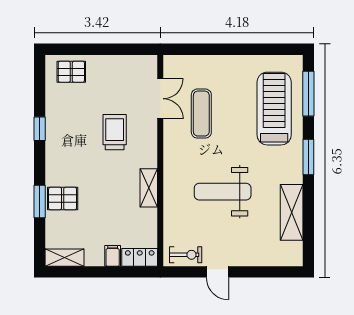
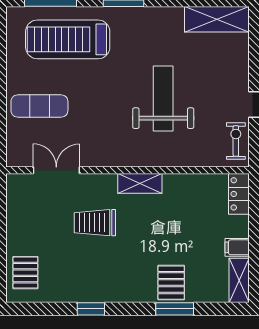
exercise mat: (201, 114) -> (39, 106), moved
shelving: (149, 188) -> (140, 183), moved
weight bench: (223, 192) -> (163, 99), turned 180
shelving: (292, 212) -> (217, 19), moved
filing cabinet: (113, 256) -> (237, 247), moved

